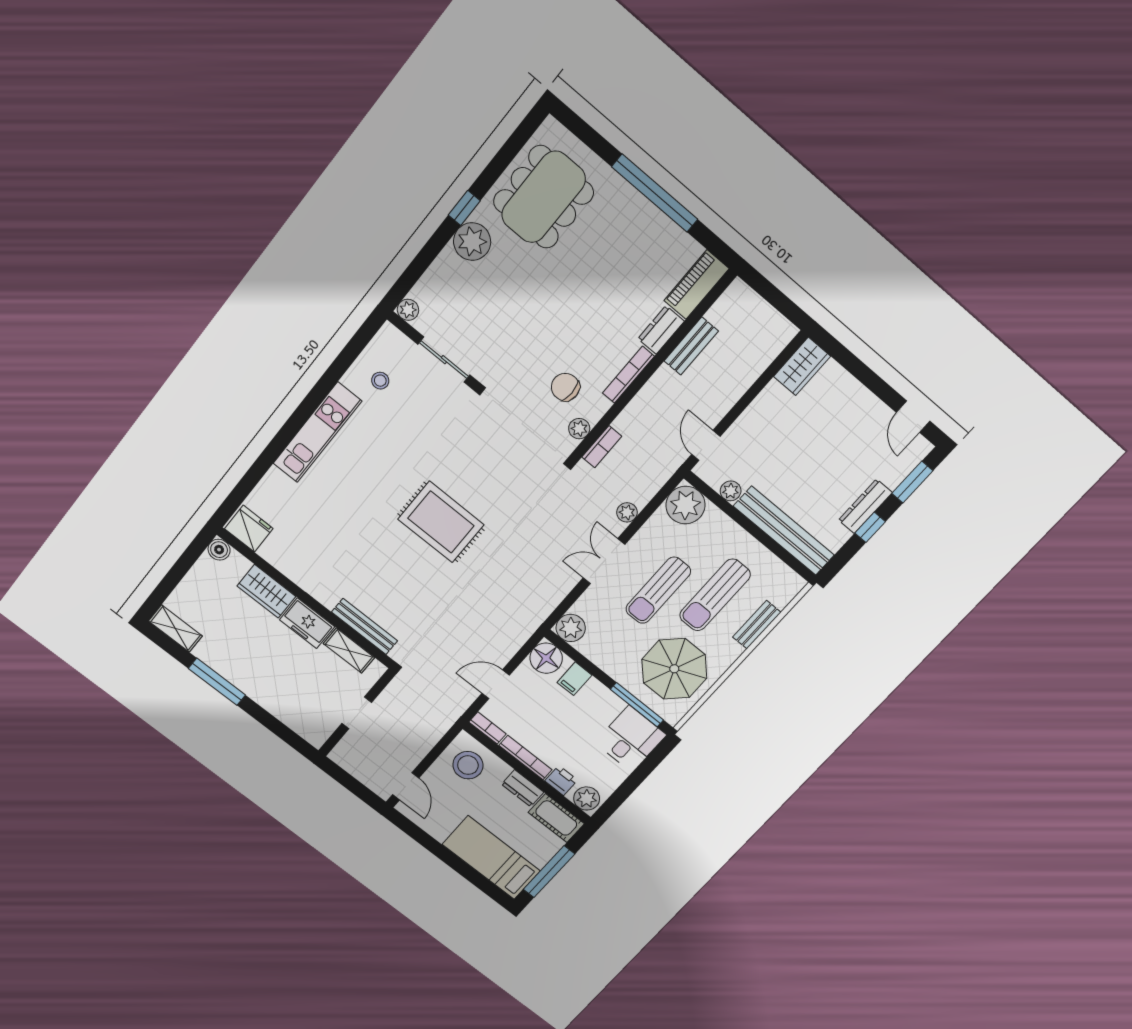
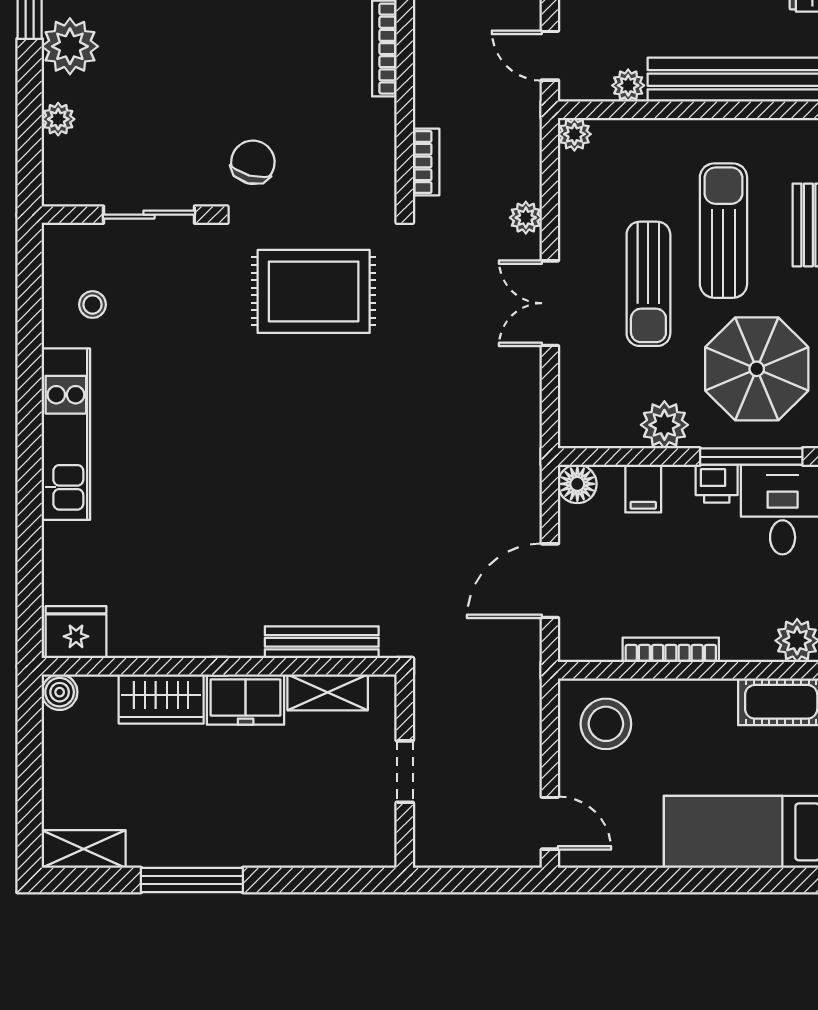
plant: (408, 310) -> (58, 119), moved
chair: (565, 387) -> (253, 162), moved, turned 105
plant: (579, 429) -> (380, 163), removed
plant: (685, 505) -> (574, 134), width x0.53, depth x0.53
rug: (441, 522) -> (314, 291), moved
sun lounger: (715, 595) -> (723, 231), turned 180
plant: (571, 628) -> (664, 425), moved
floor lamp: (546, 658) -> (577, 484), width x0.73, depth x0.73
door: (496, 684) -> (550, 581), width x1.38
bookcase: (488, 728) -> (589, 650), removed
printer: (561, 781) -> (717, 484), moved, turned 180
dresser: (523, 788) -> (703, 696), removed

